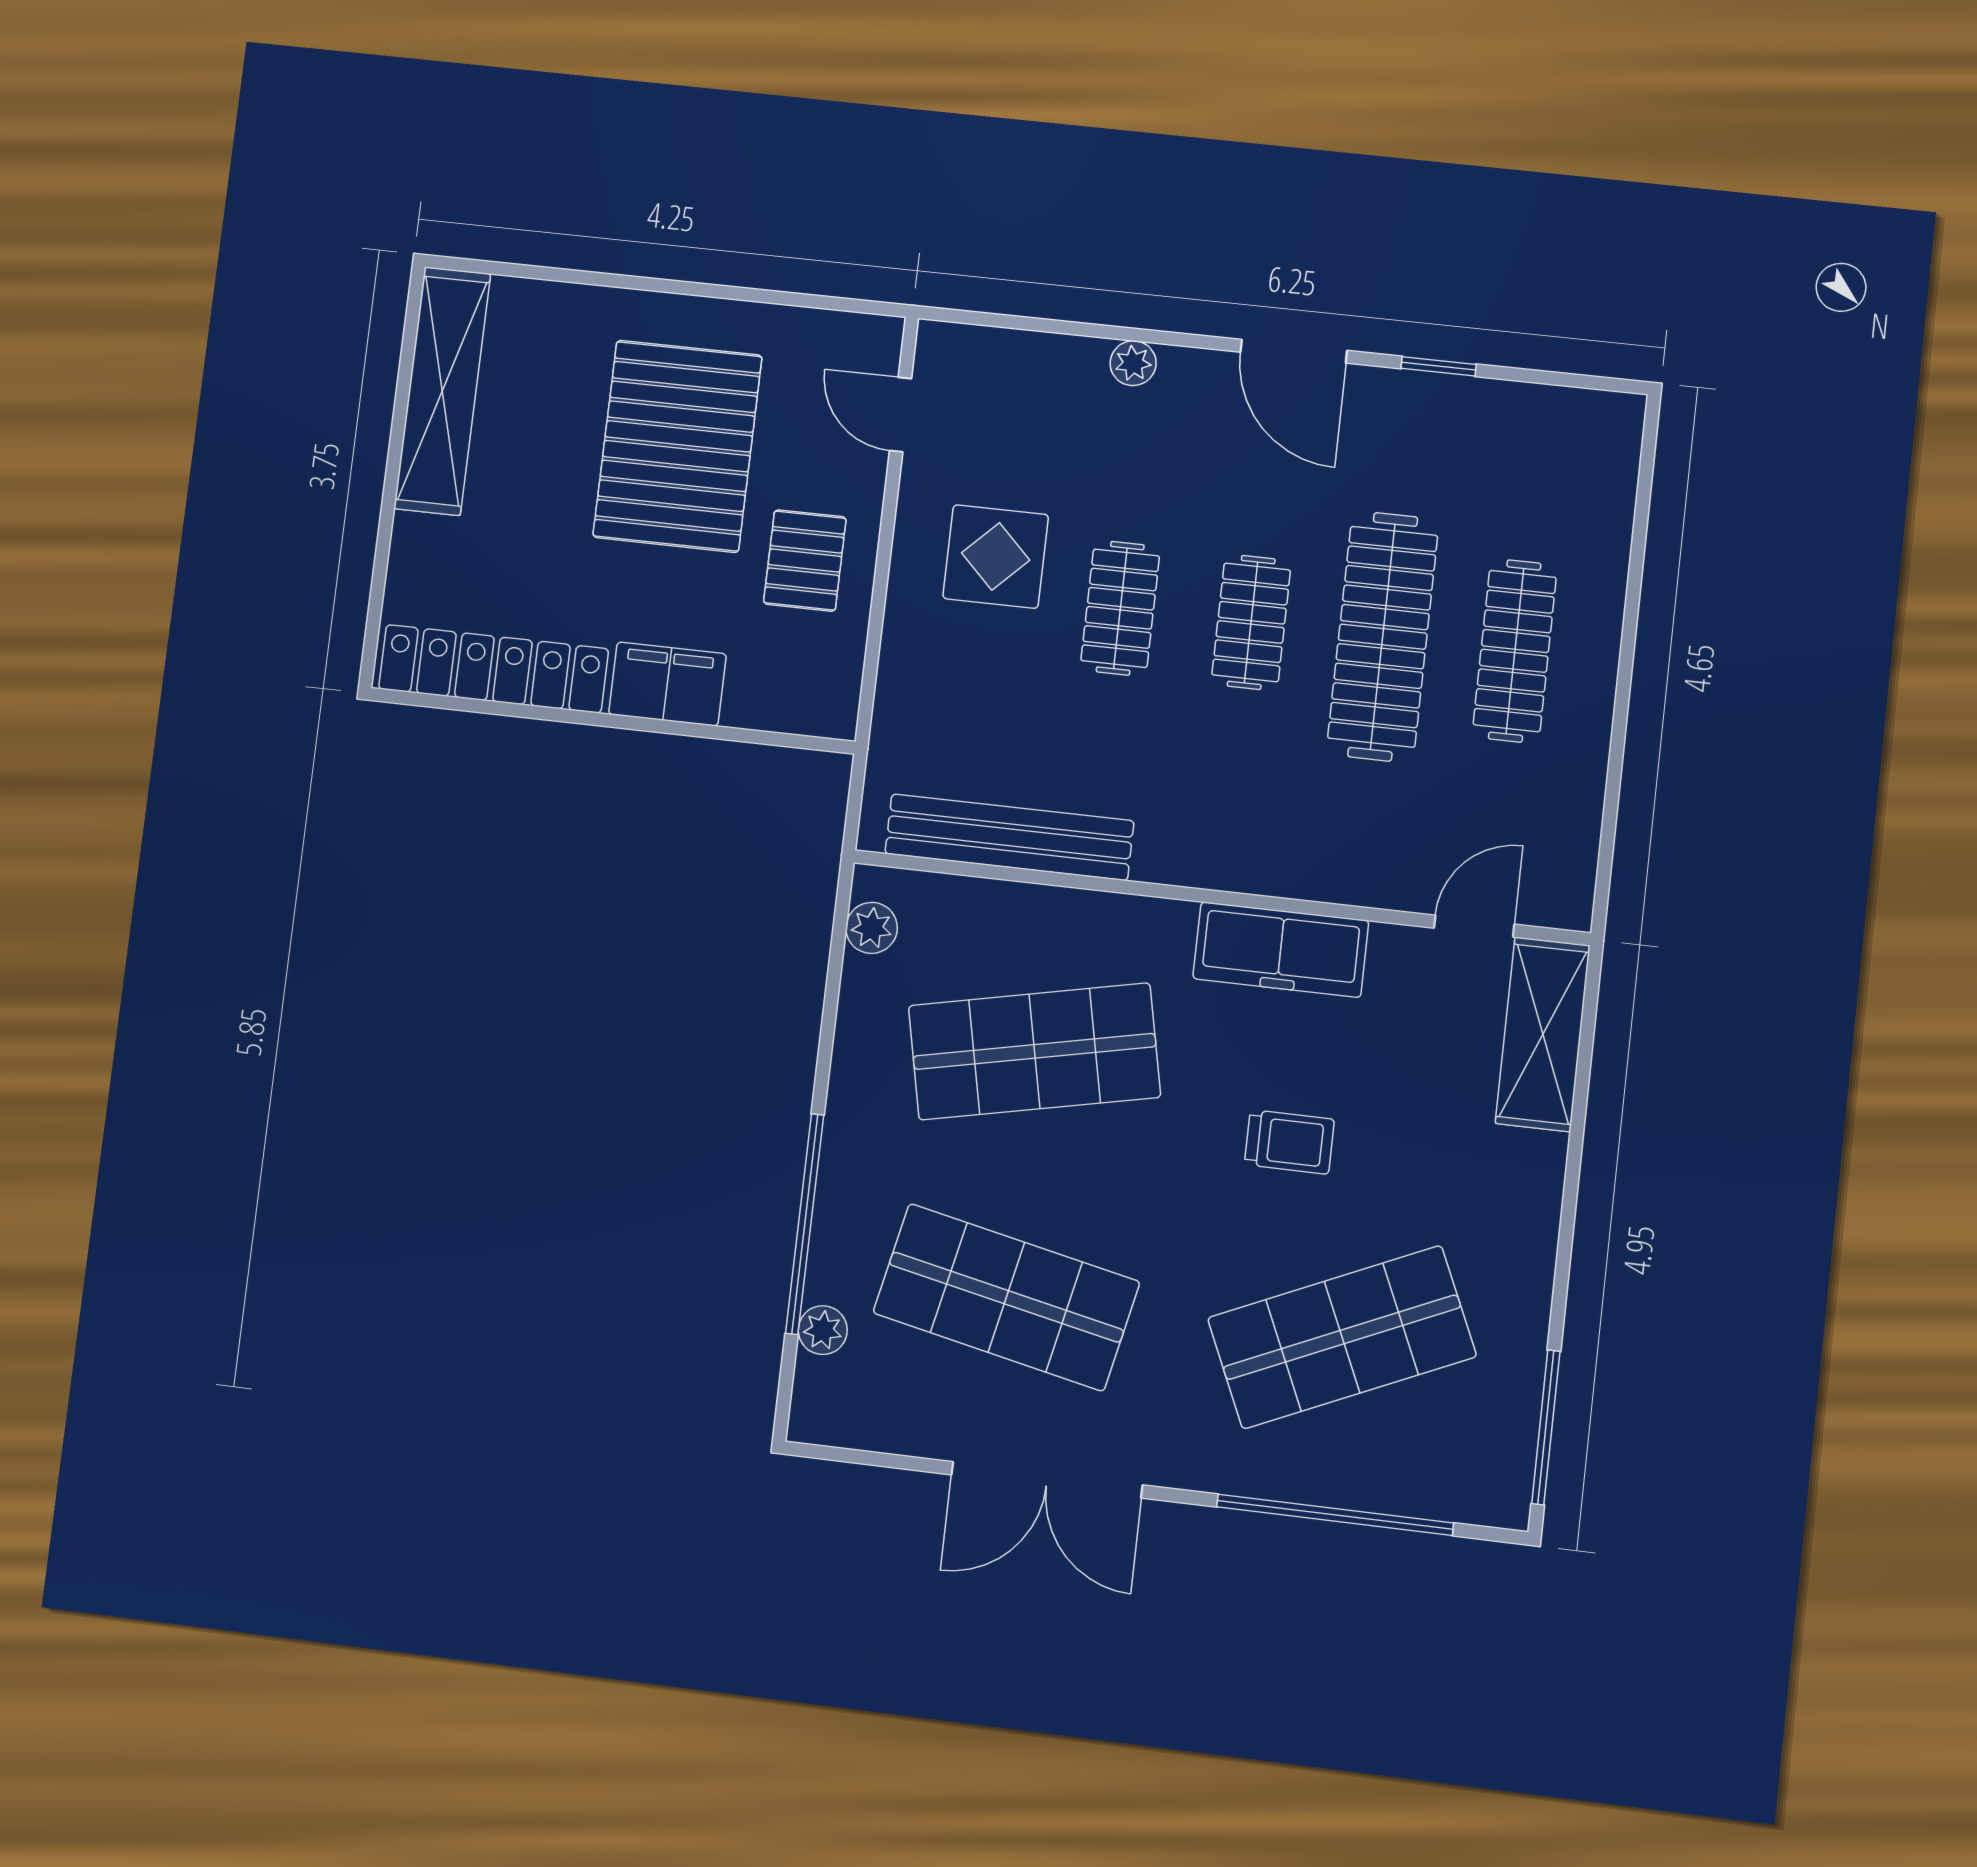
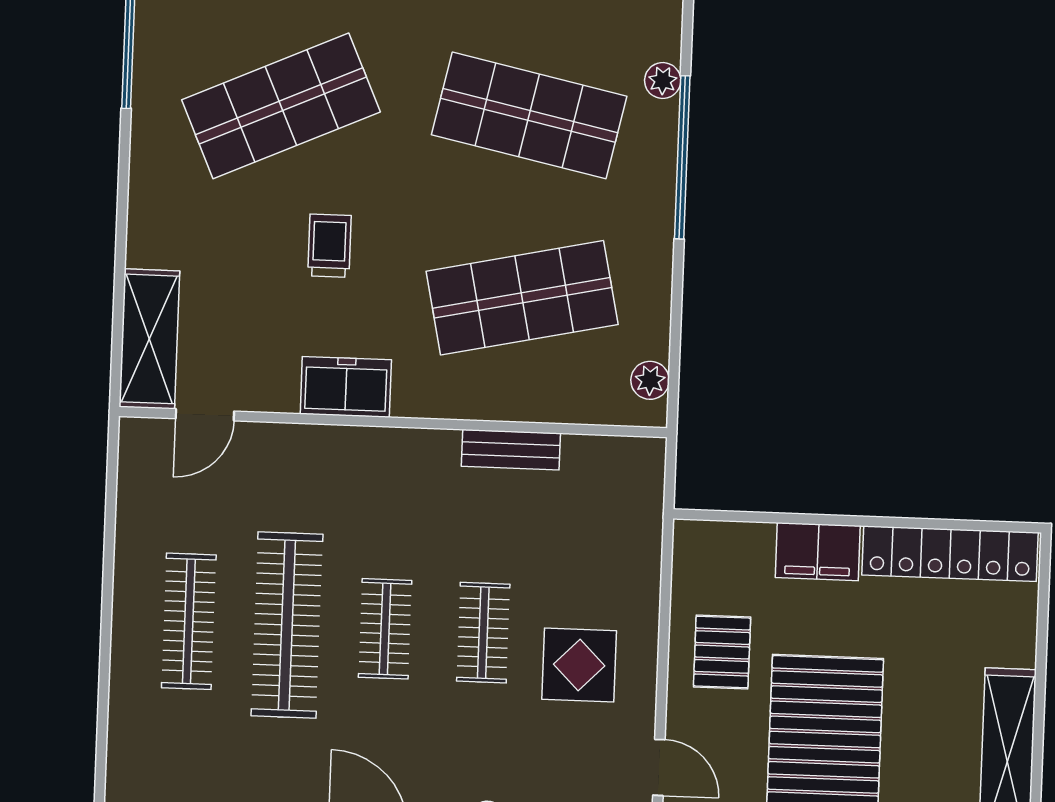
bench: (1009, 837) -> (511, 450), width x0.54, depth x0.82
freezer: (1281, 950) -> (346, 387), width x0.71
trolley: (1289, 1142) -> (329, 246), turned 90

